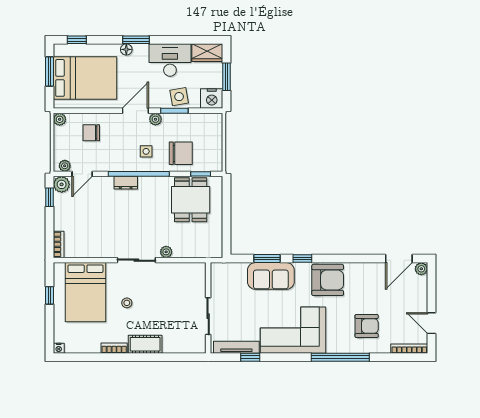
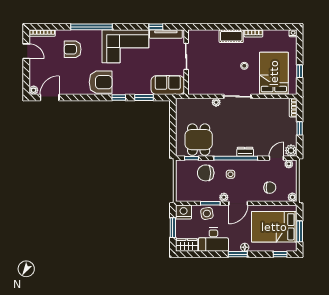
window: (49, 197) -> (300, 128), moved
sofa: (271, 276) -> (168, 85), moved
armchair: (328, 280) -> (101, 82), turned 180

